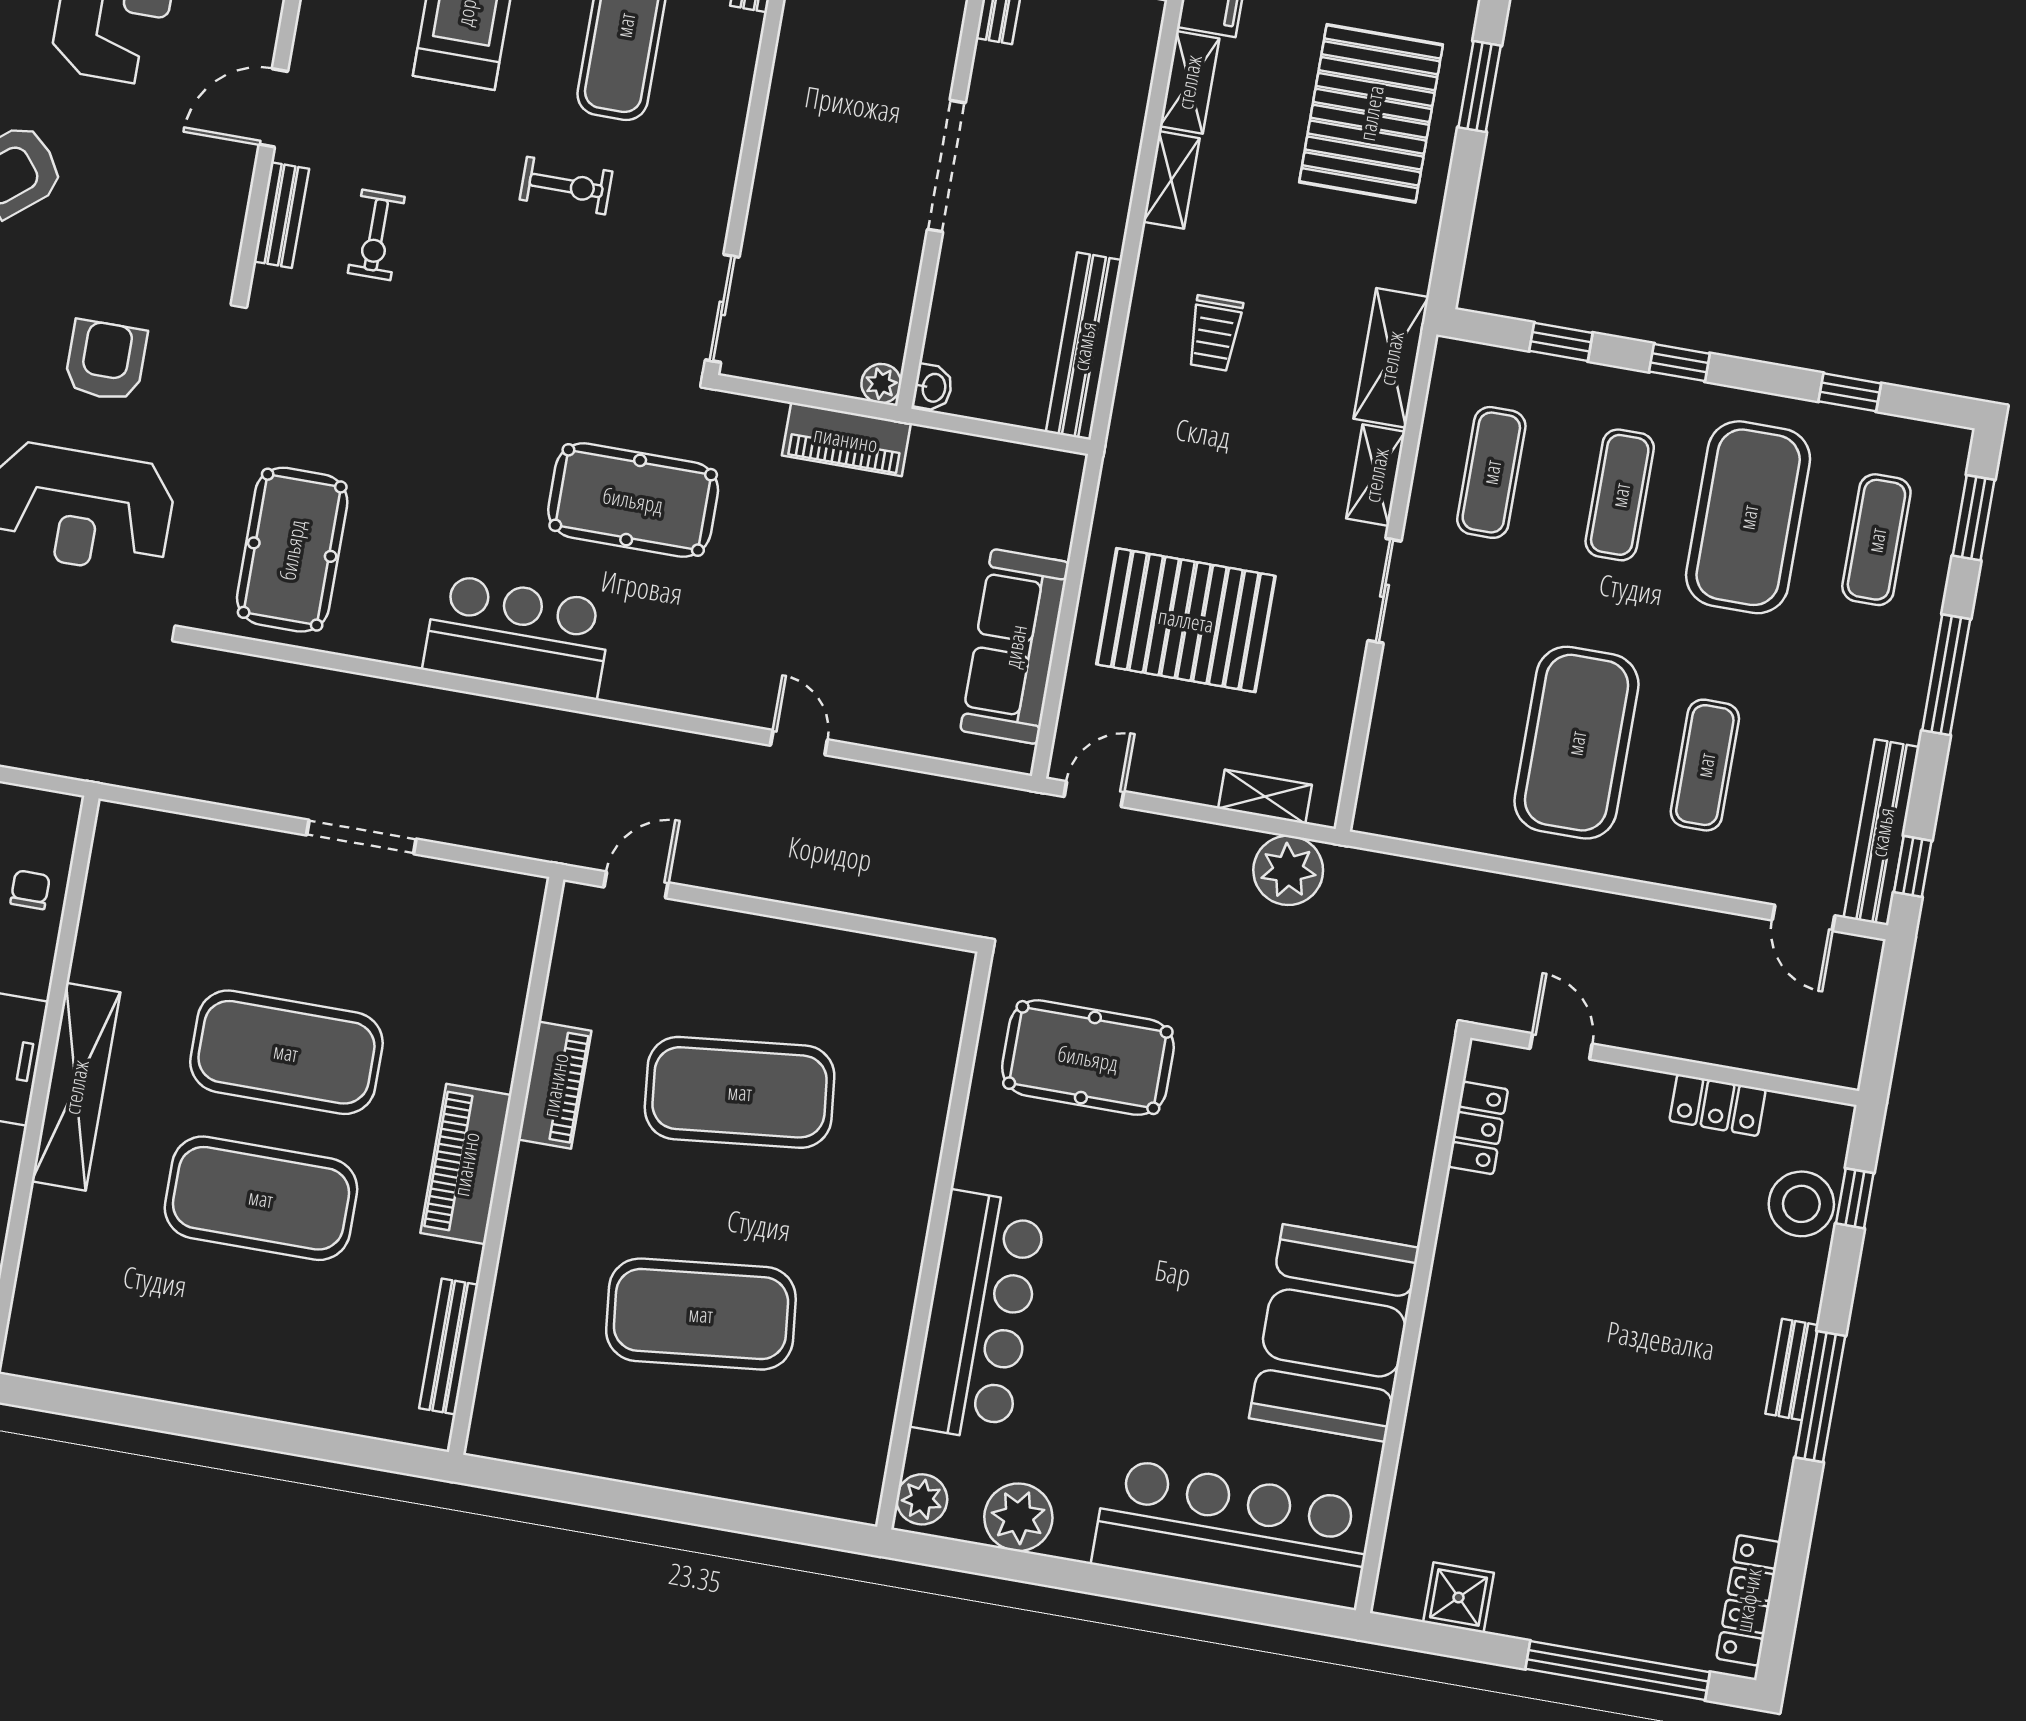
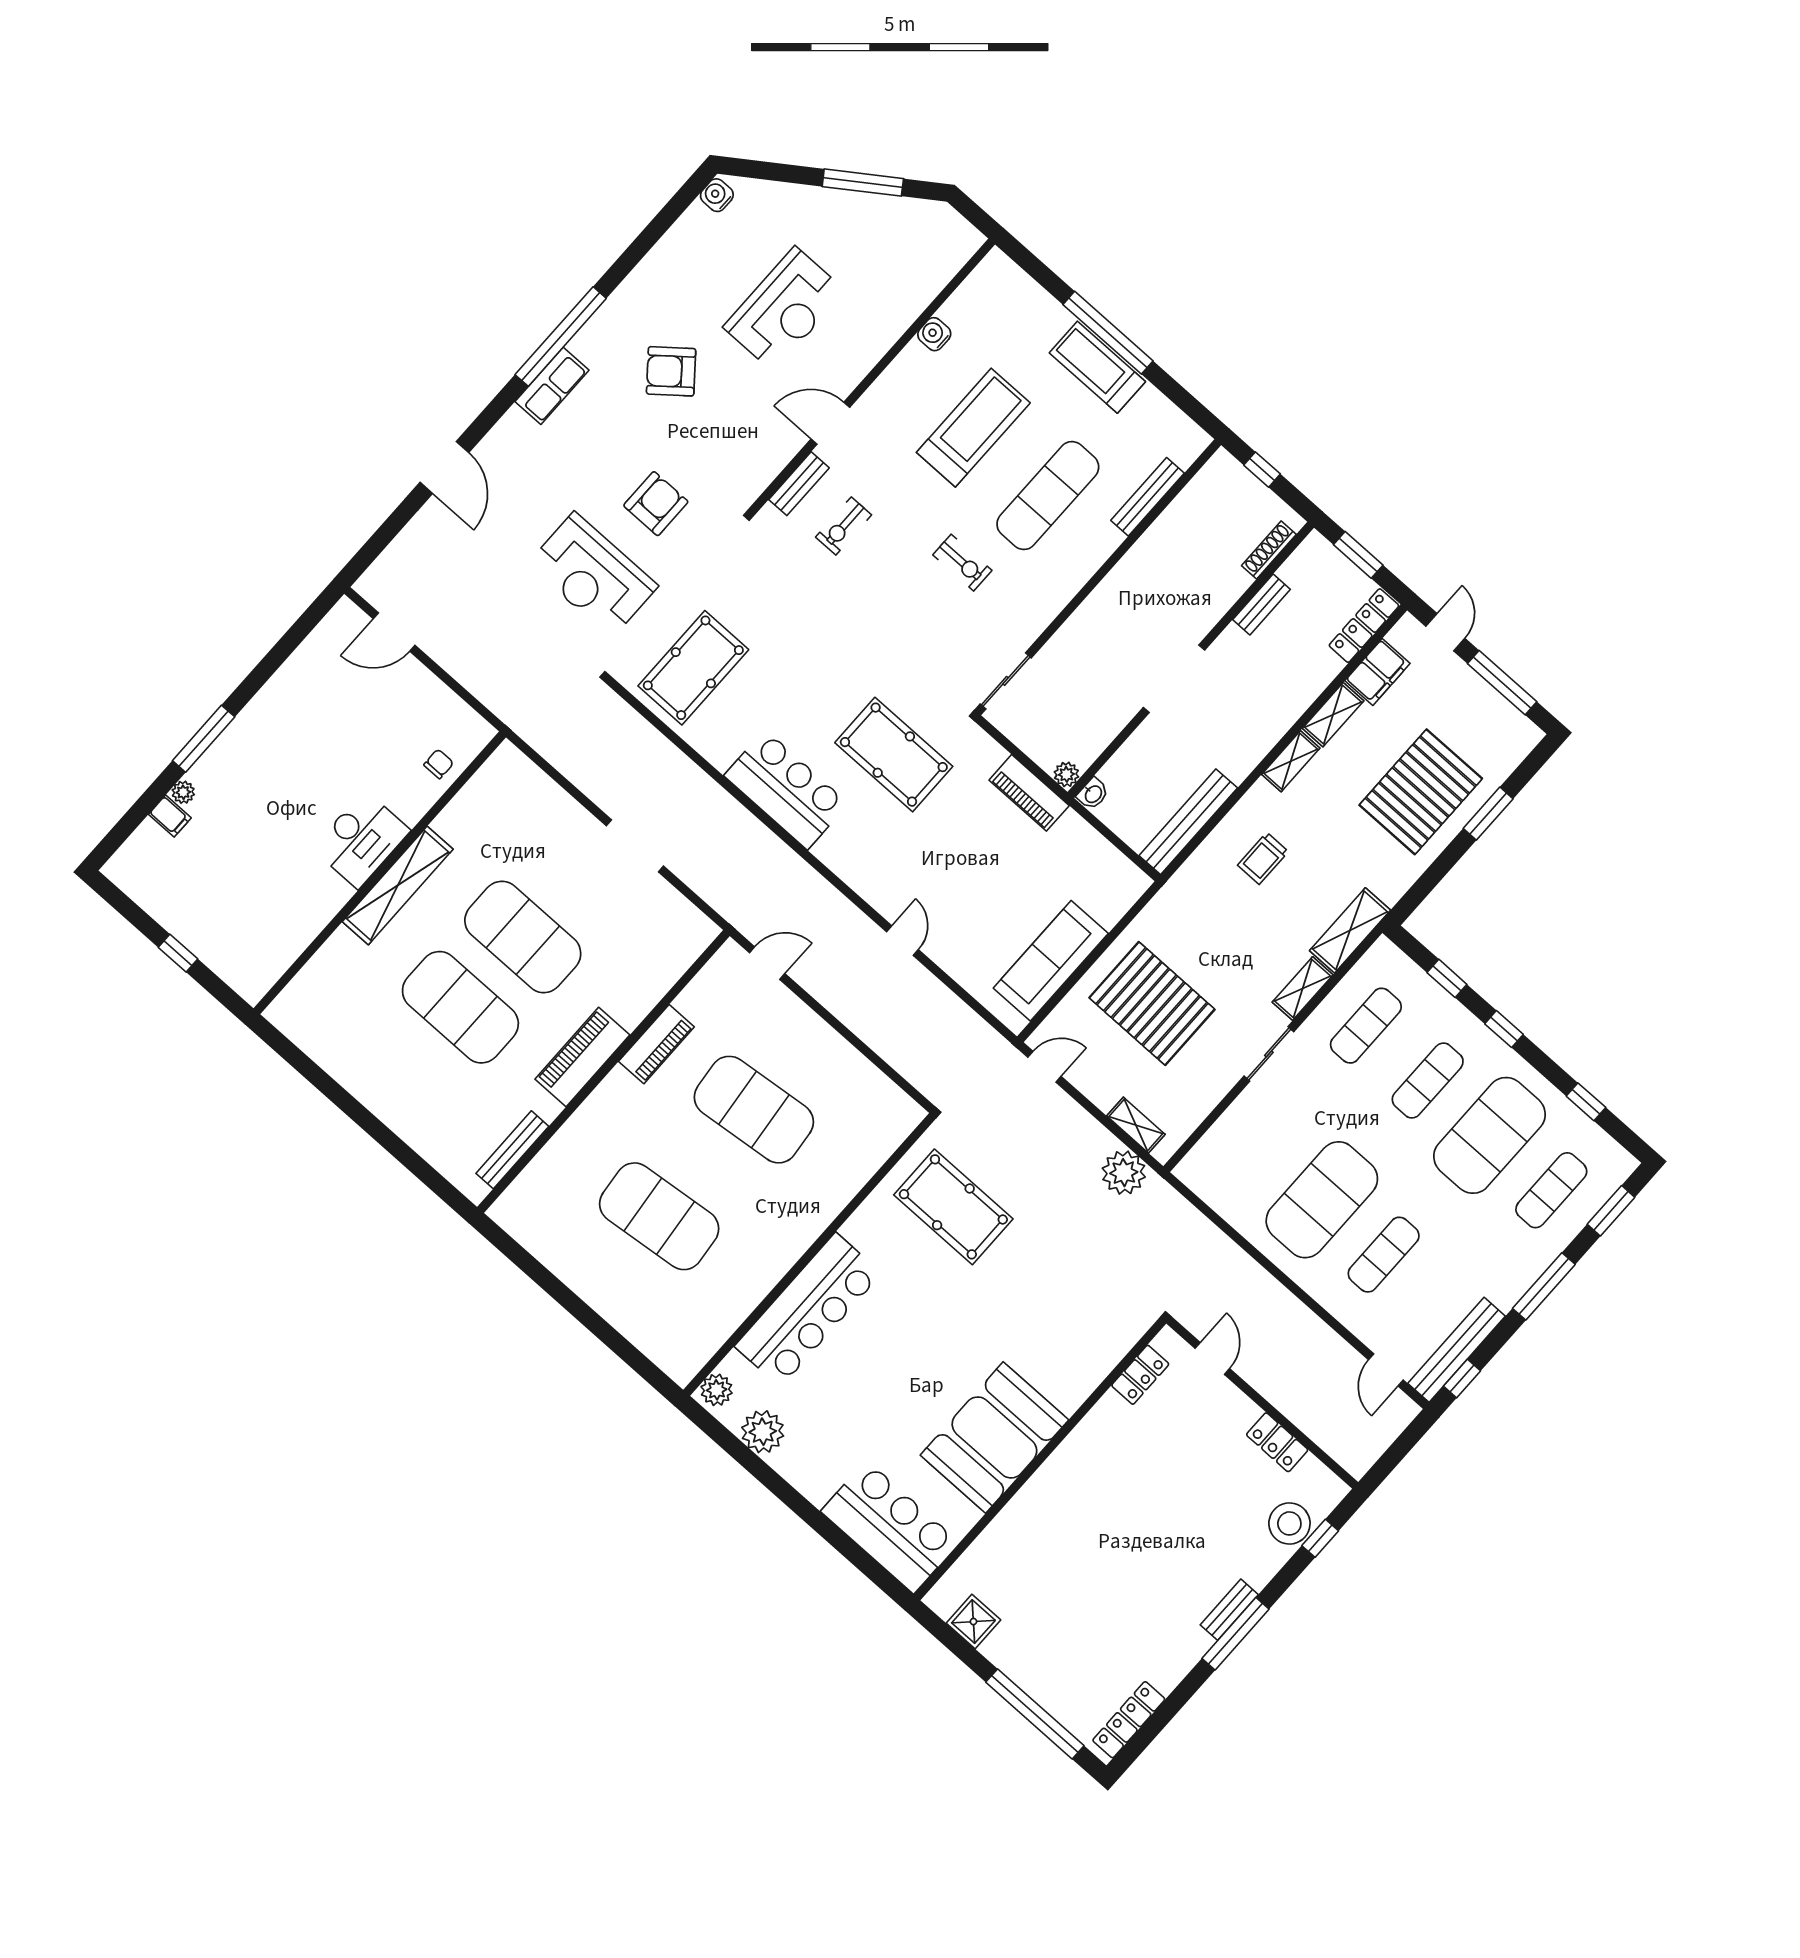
bar counter: (1233, 1533) -> (890, 1527), width x0.73

